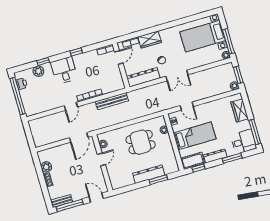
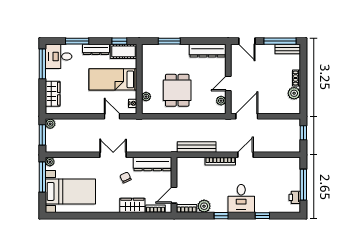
plant: (38, 71) -> (204, 206), moved
window: (18, 96) -> (303, 185), width x0.68
window: (30, 137) -> (303, 133), added
dining table: (141, 142) -> (177, 90), turned 90
dresser: (149, 174) -> (208, 51), moved

